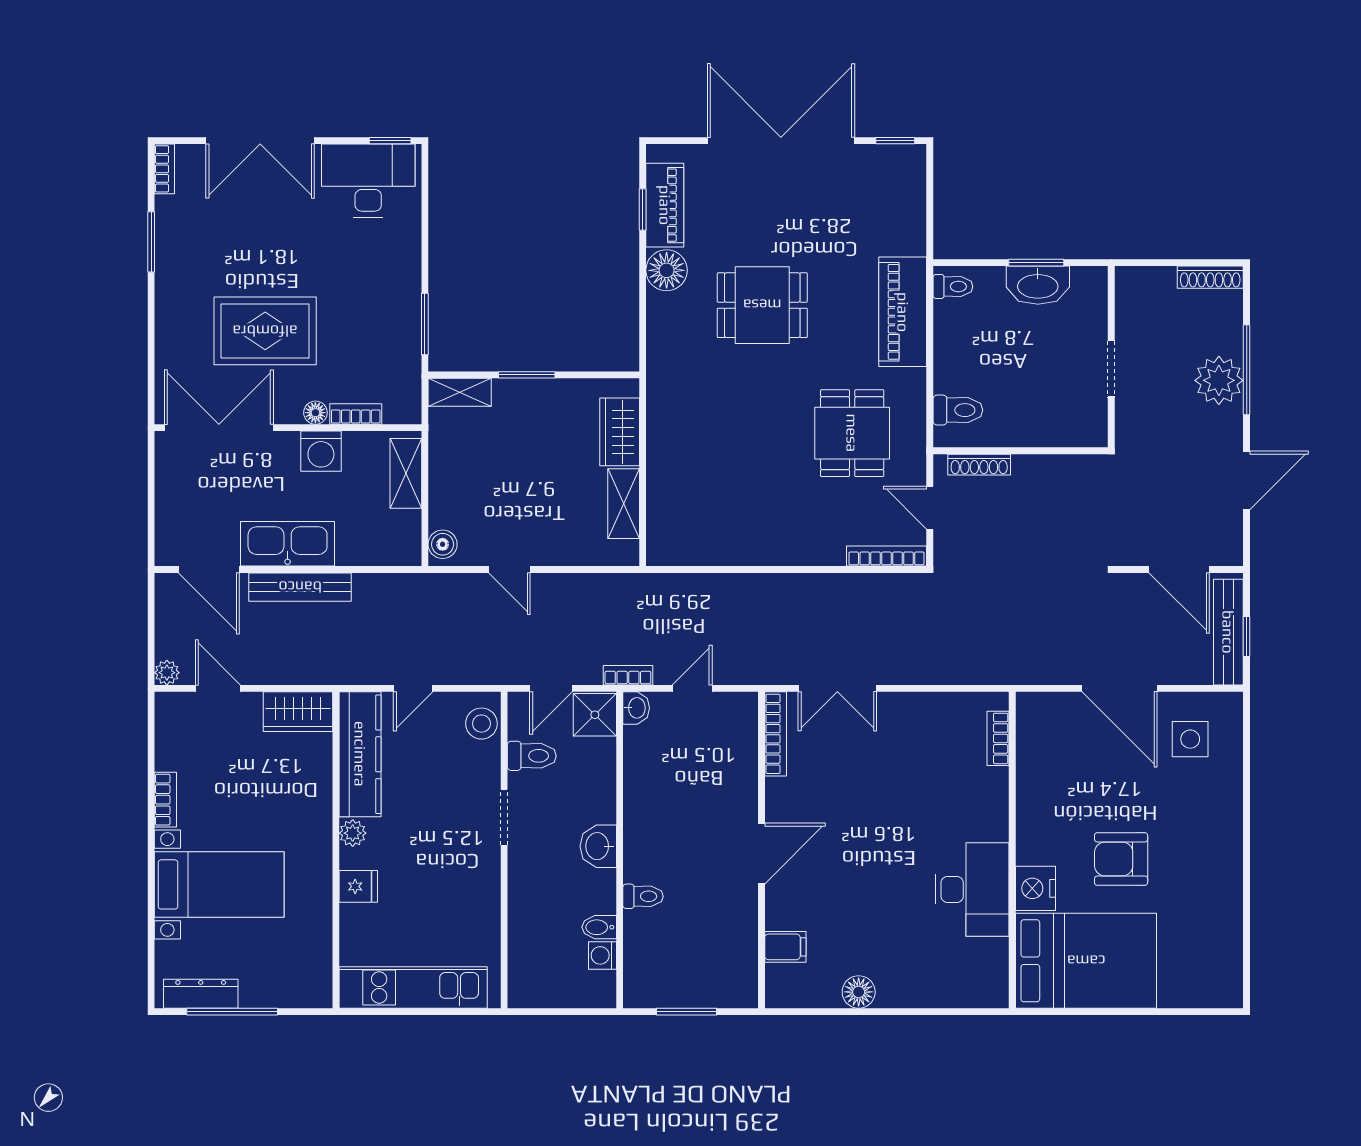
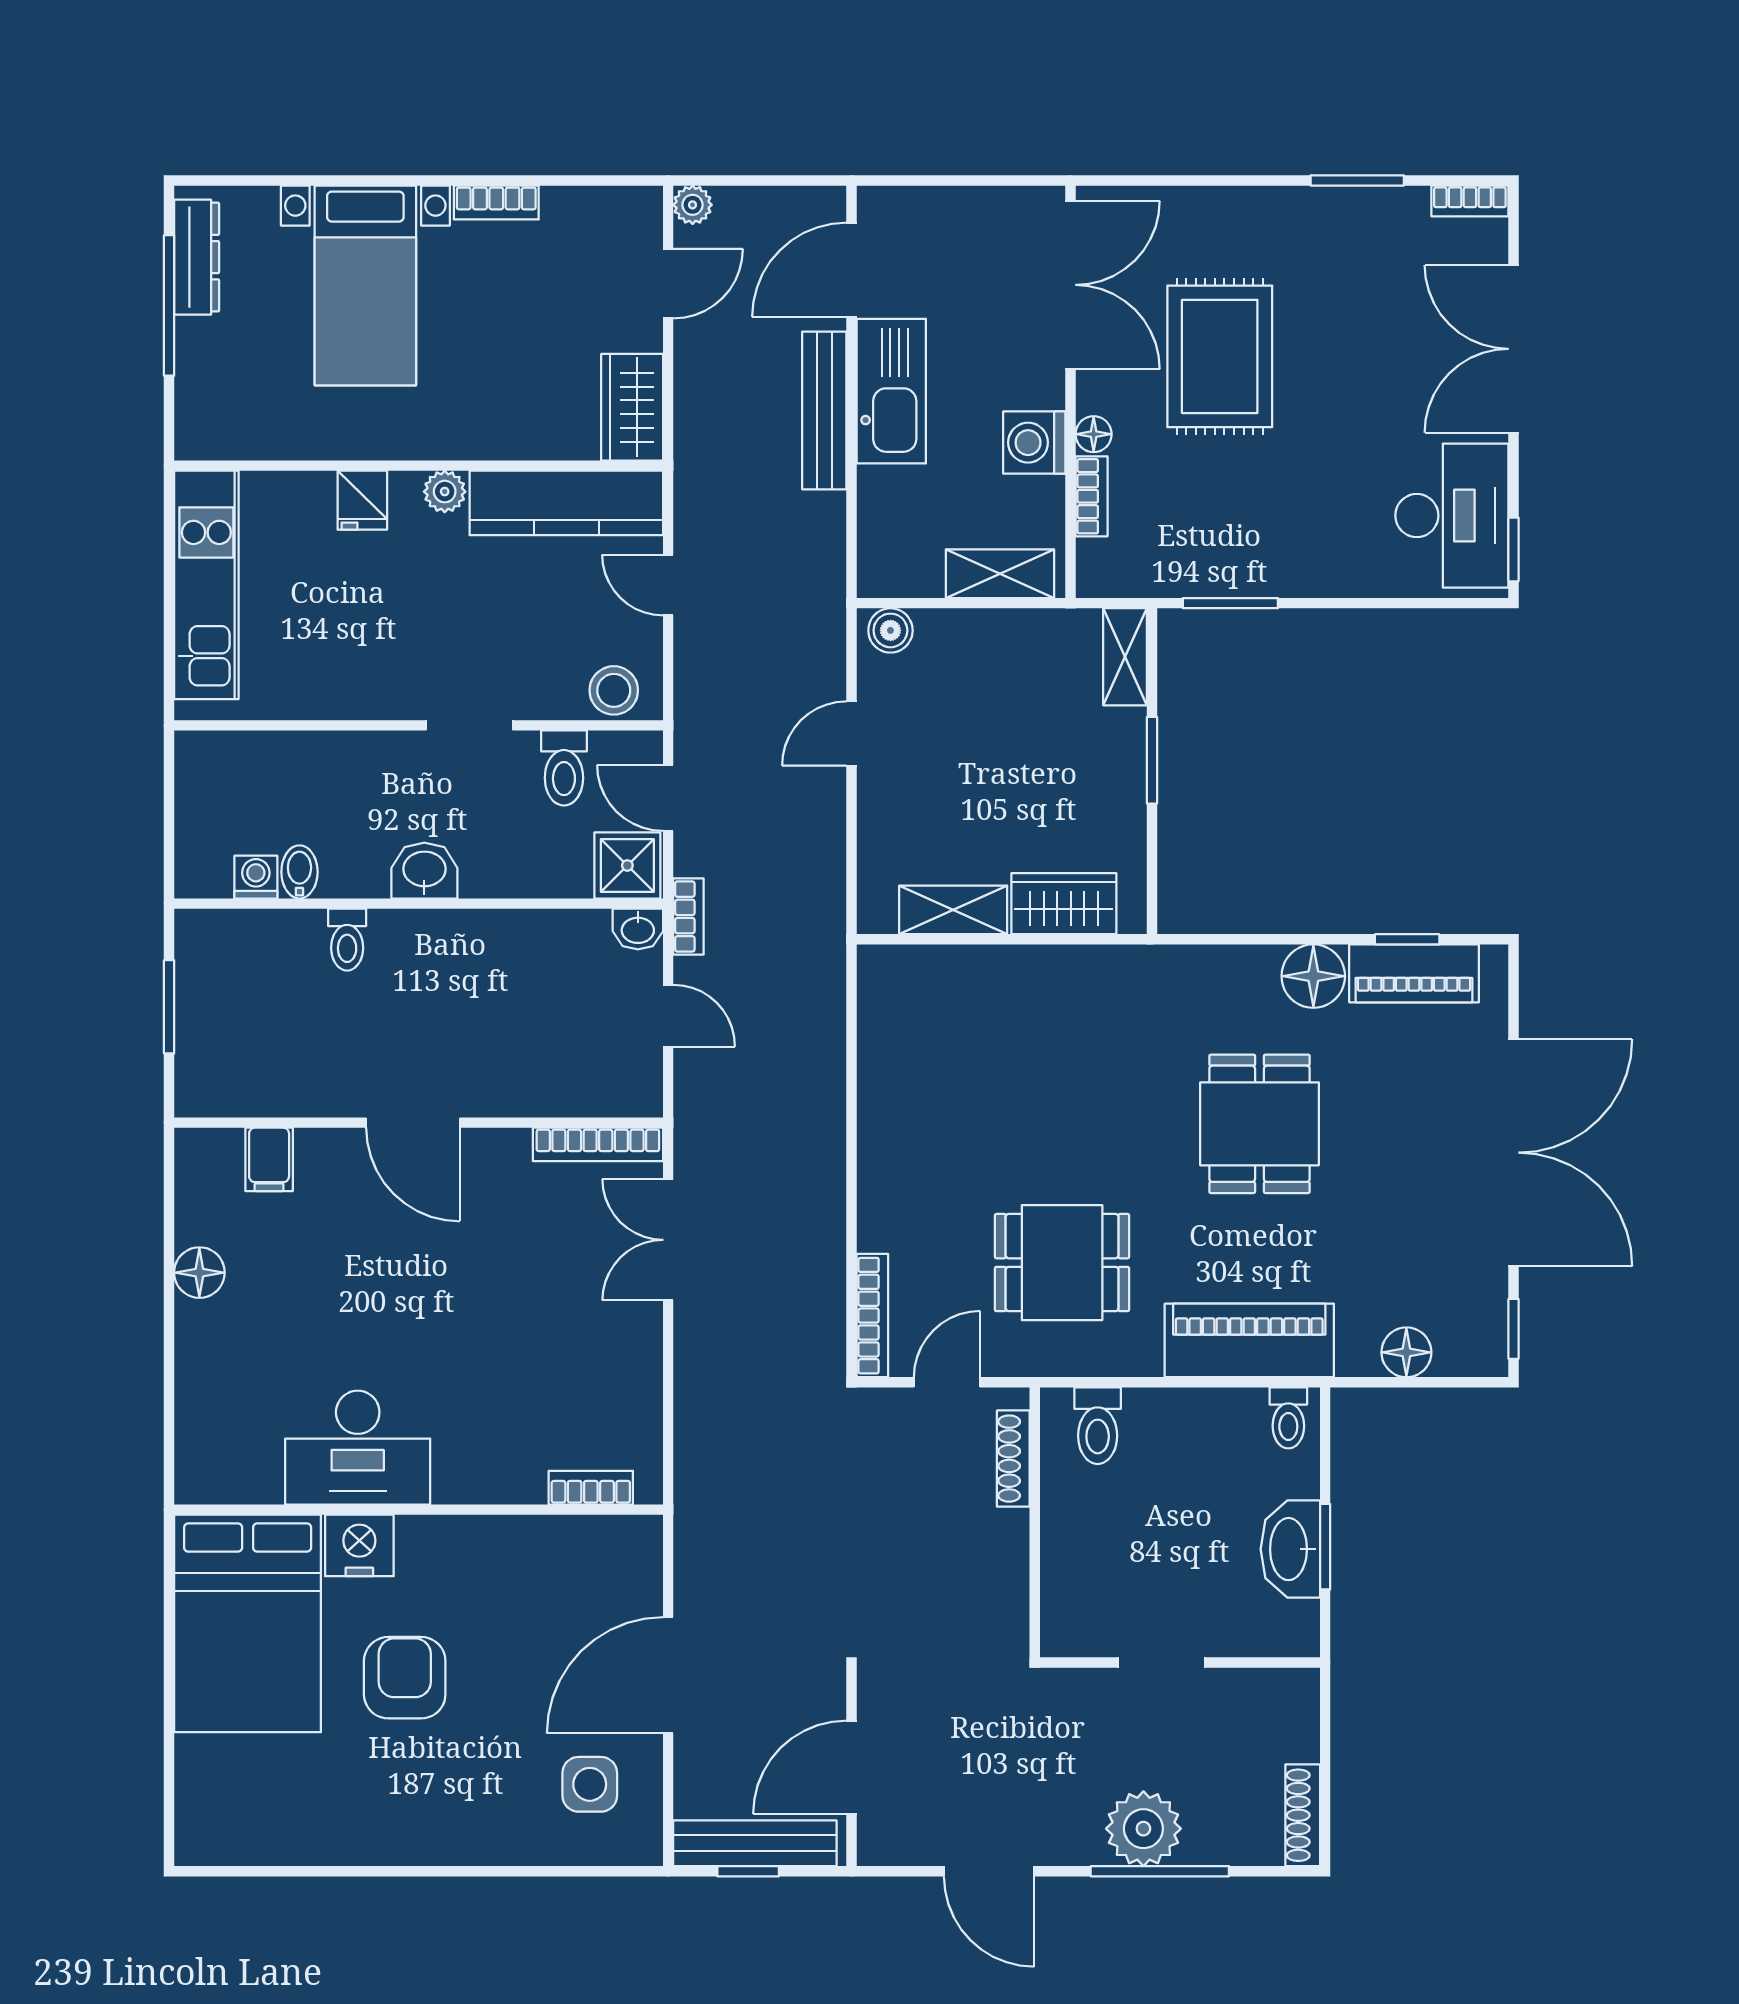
floor lamp: (910, 210) -> (1406, 1352), added

